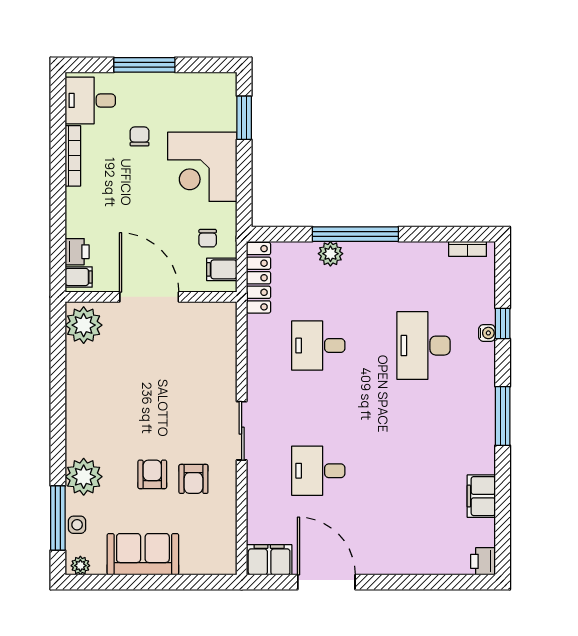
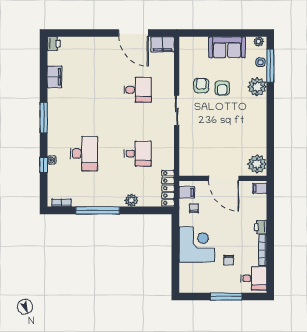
window: (244, 118) -> (175, 270), removed
window: (355, 234) -> (98, 210), moved
printer: (77, 252) -> (260, 227), moved

